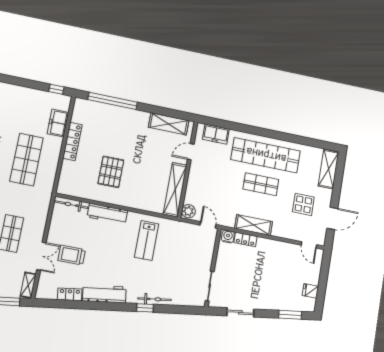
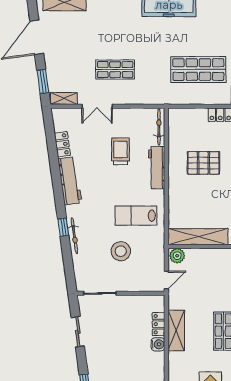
water cooler: (228, 236) -> (158, 344), moved
trolley: (72, 255) -> (120, 151), moved
stool: (176, 260) -> (121, 251), added

